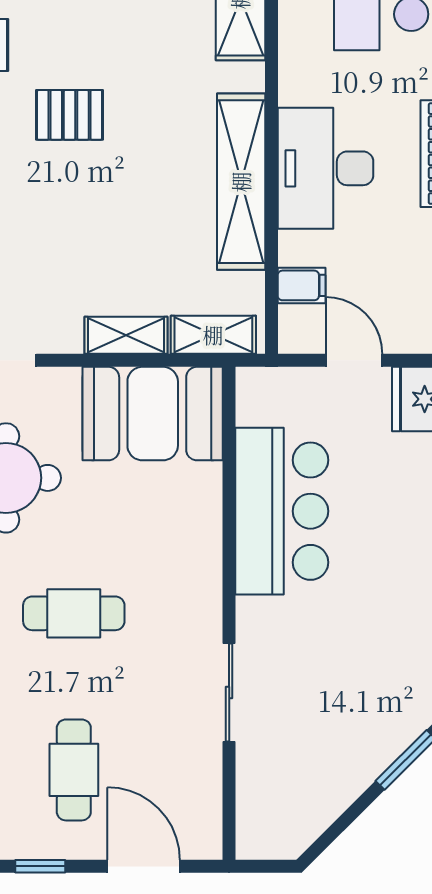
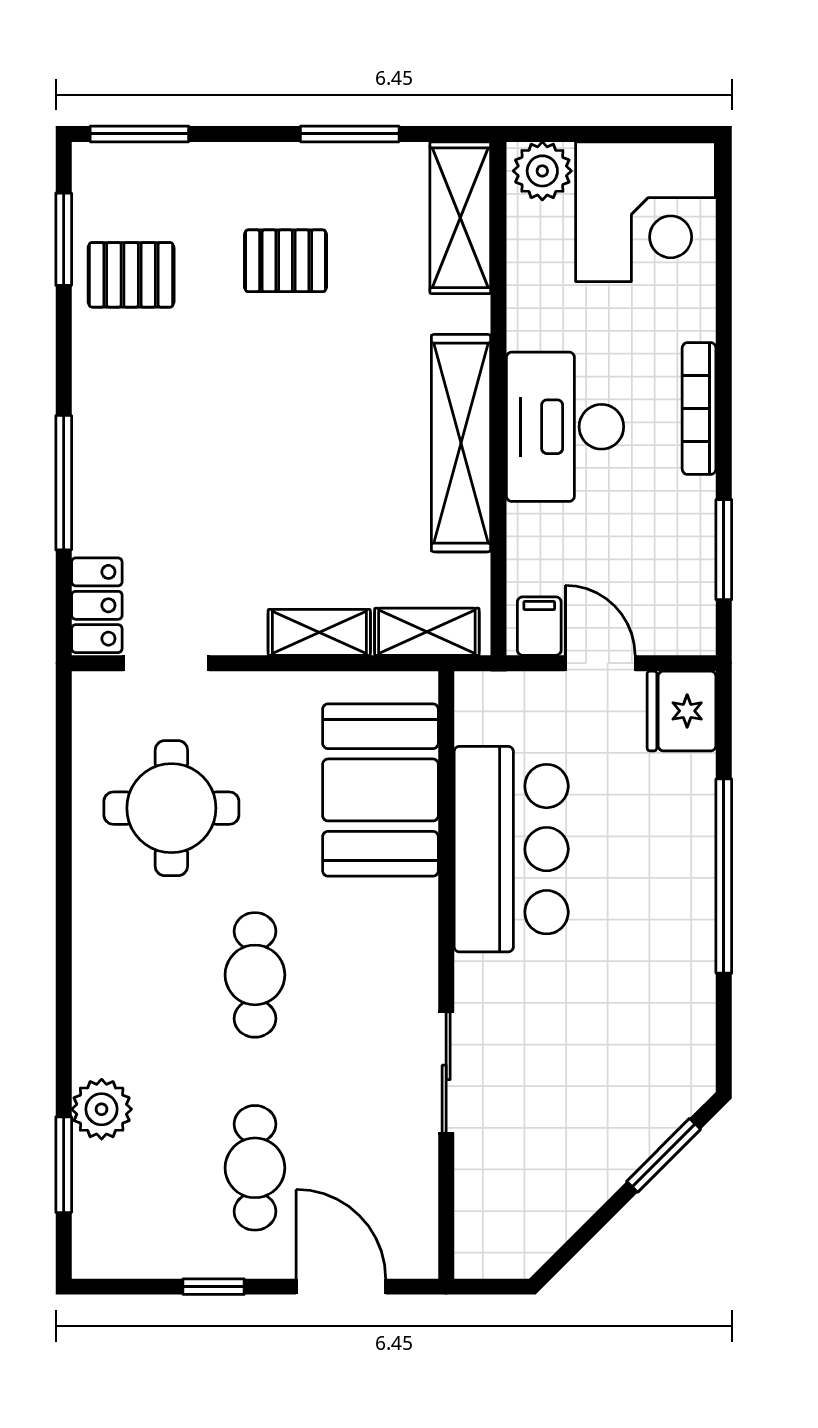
pallet: (70, 115) -> (286, 261), moved
filing cabinet: (302, 285) -> (539, 626), moved, turned -90
booth: (153, 414) -> (380, 790), moved, turned 90
cafe table: (74, 613) -> (255, 975), turned 90

